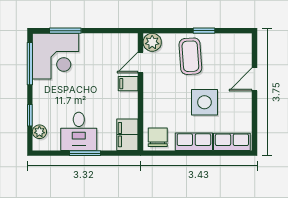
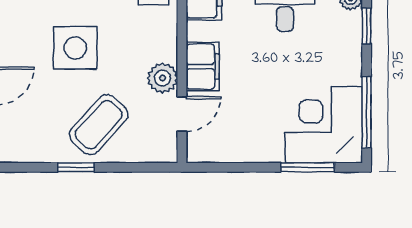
plant: (152, 42) -> (163, 78), moved
coffee table: (190, 56) -> (99, 125), turned 46
filing cabinet: (128, 84) -> (203, 67), width x2.00

